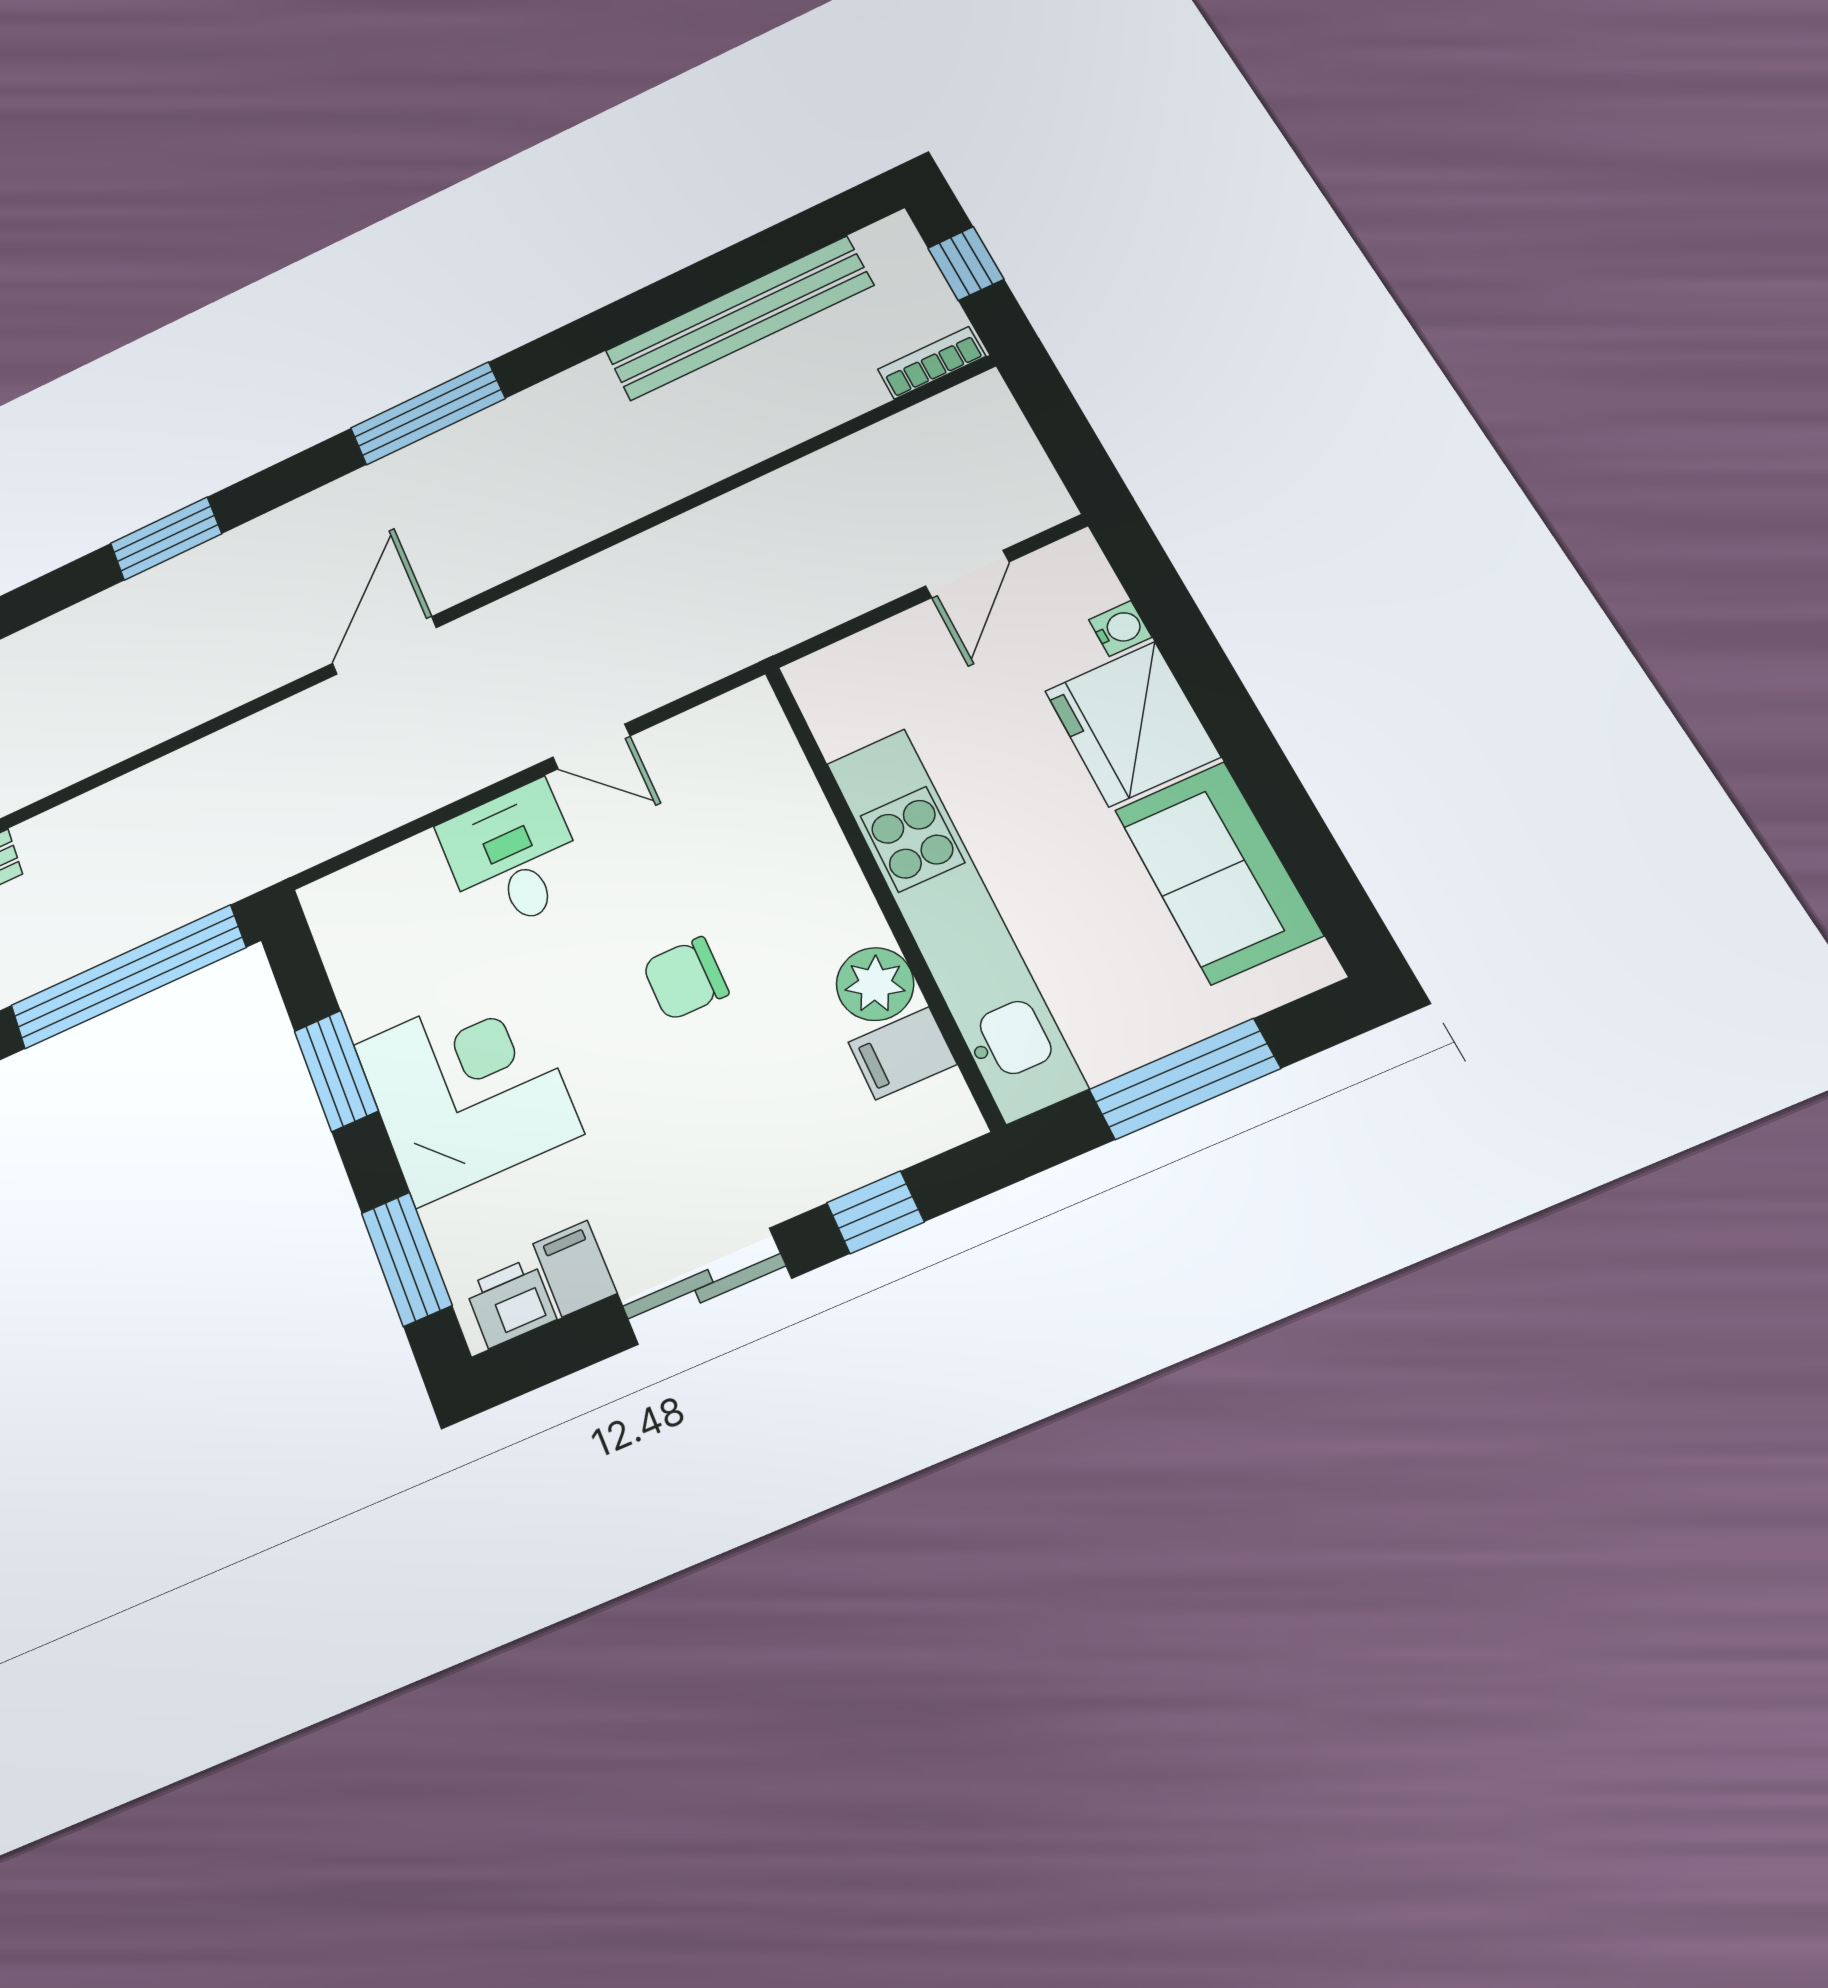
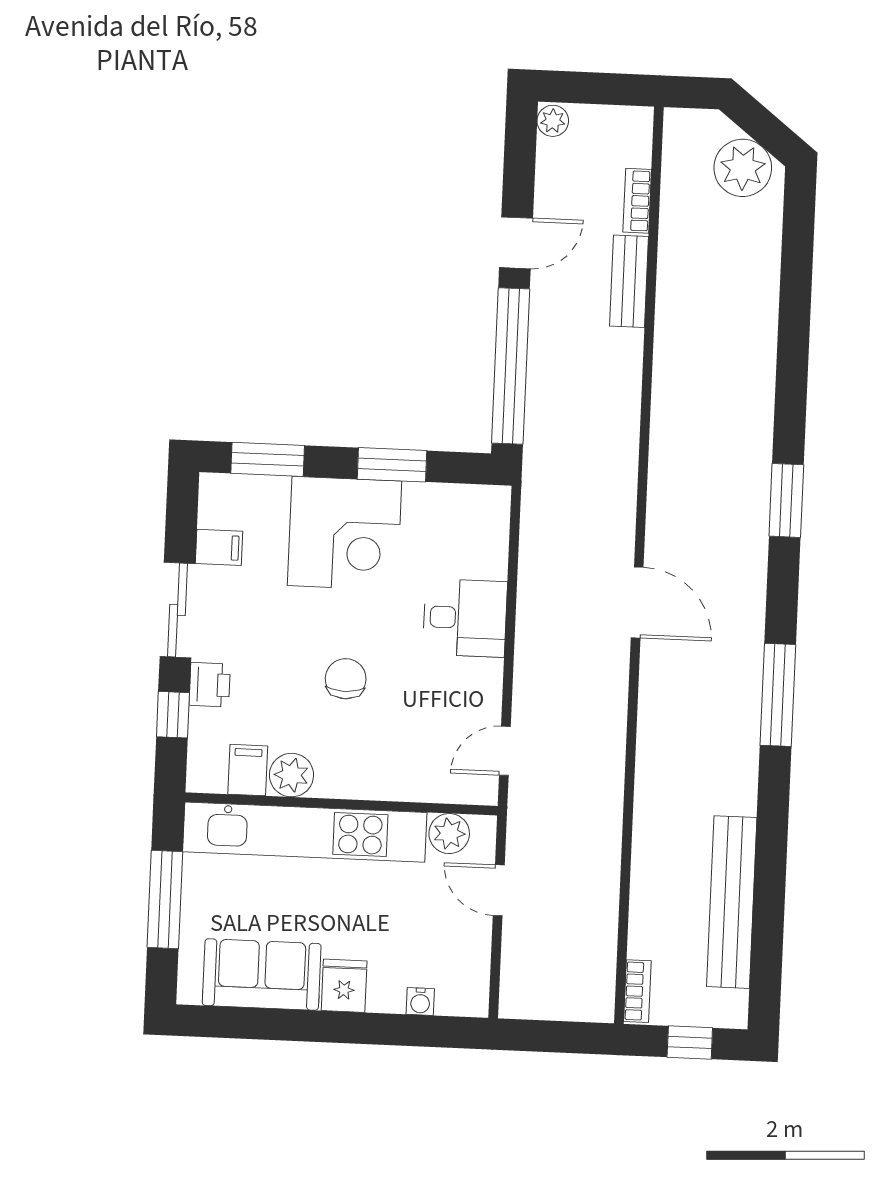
door: (967, 574) -> (499, 890), moved
plant: (842, 718) -> (449, 834), added
fridge: (1132, 724) -> (344, 986), width x0.53, depth x0.75
door: (591, 746) -> (505, 751), moved
printer: (510, 1303) -> (210, 685), moved

